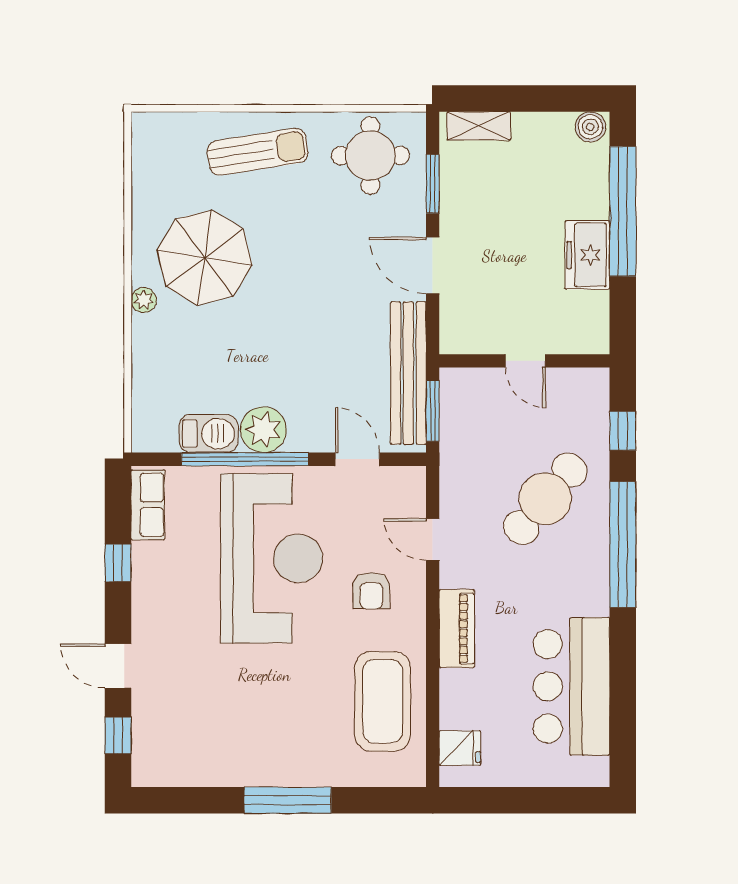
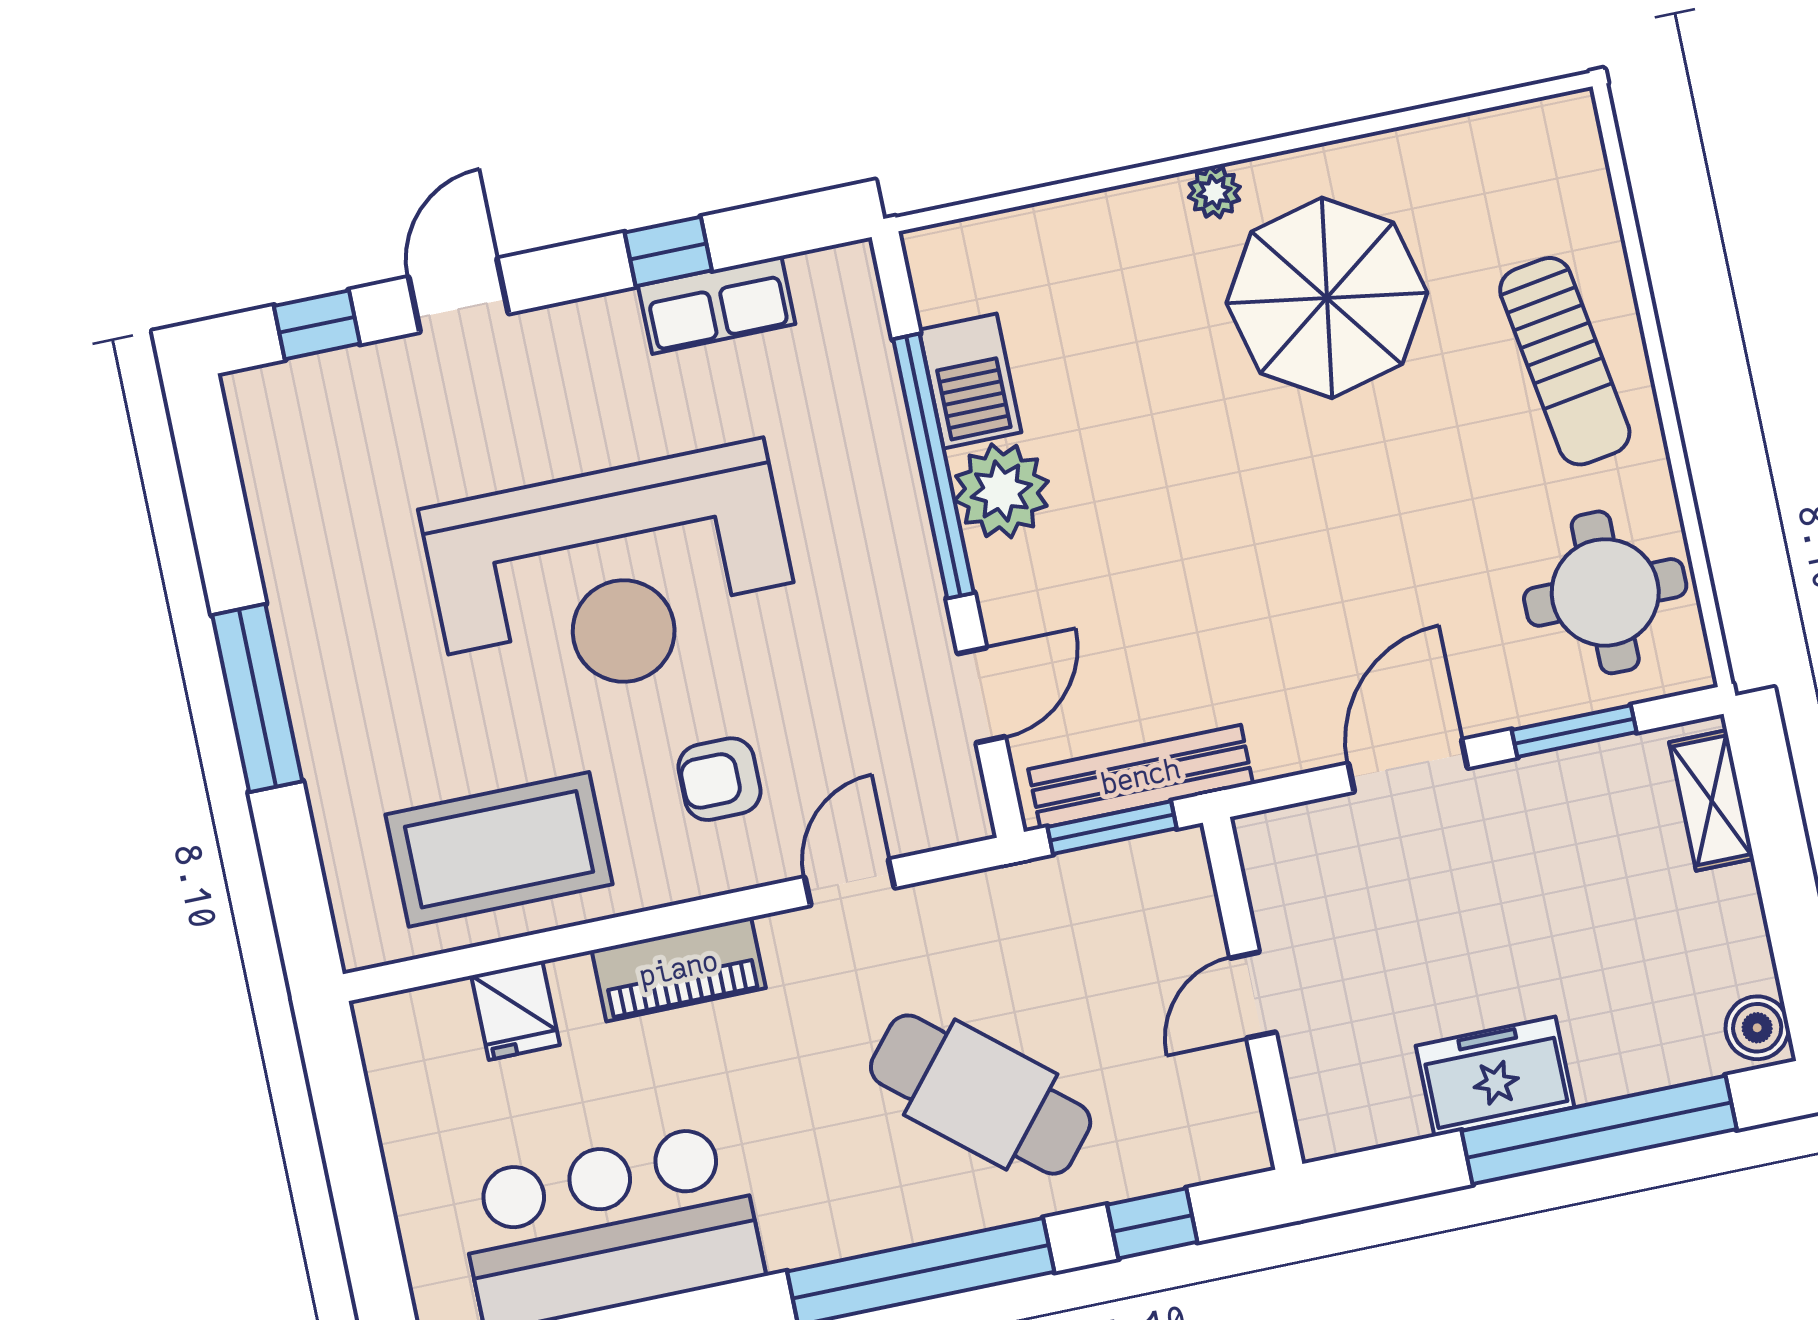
bench: (408, 373) -> (1141, 777), width x0.73, depth x0.82
row of seats: (148, 505) -> (717, 305), moved
reception desk: (272, 558) -> (612, 577), moved
fridge: (460, 748) -> (516, 1010), moved

